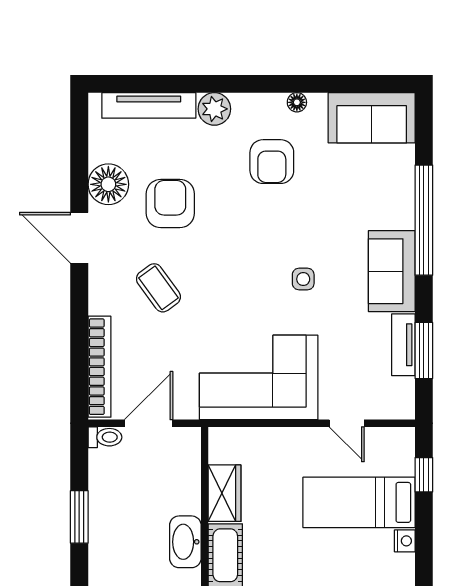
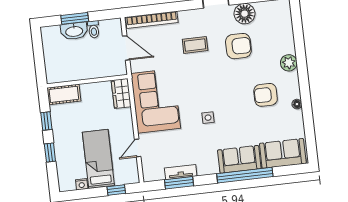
tv unit: (149, 105) -> (287, 29), removed
sofa: (372, 118) -> (283, 153), moved, turned 90
sofa: (392, 271) -> (239, 159), moved
coffee table: (158, 288) -> (195, 45), turned 36
toilet: (105, 437) -> (94, 29), moved
wardrobe: (225, 493) -> (121, 93), moved, turned 90
washbasin: (185, 542) -> (74, 31), moved, turned 180

